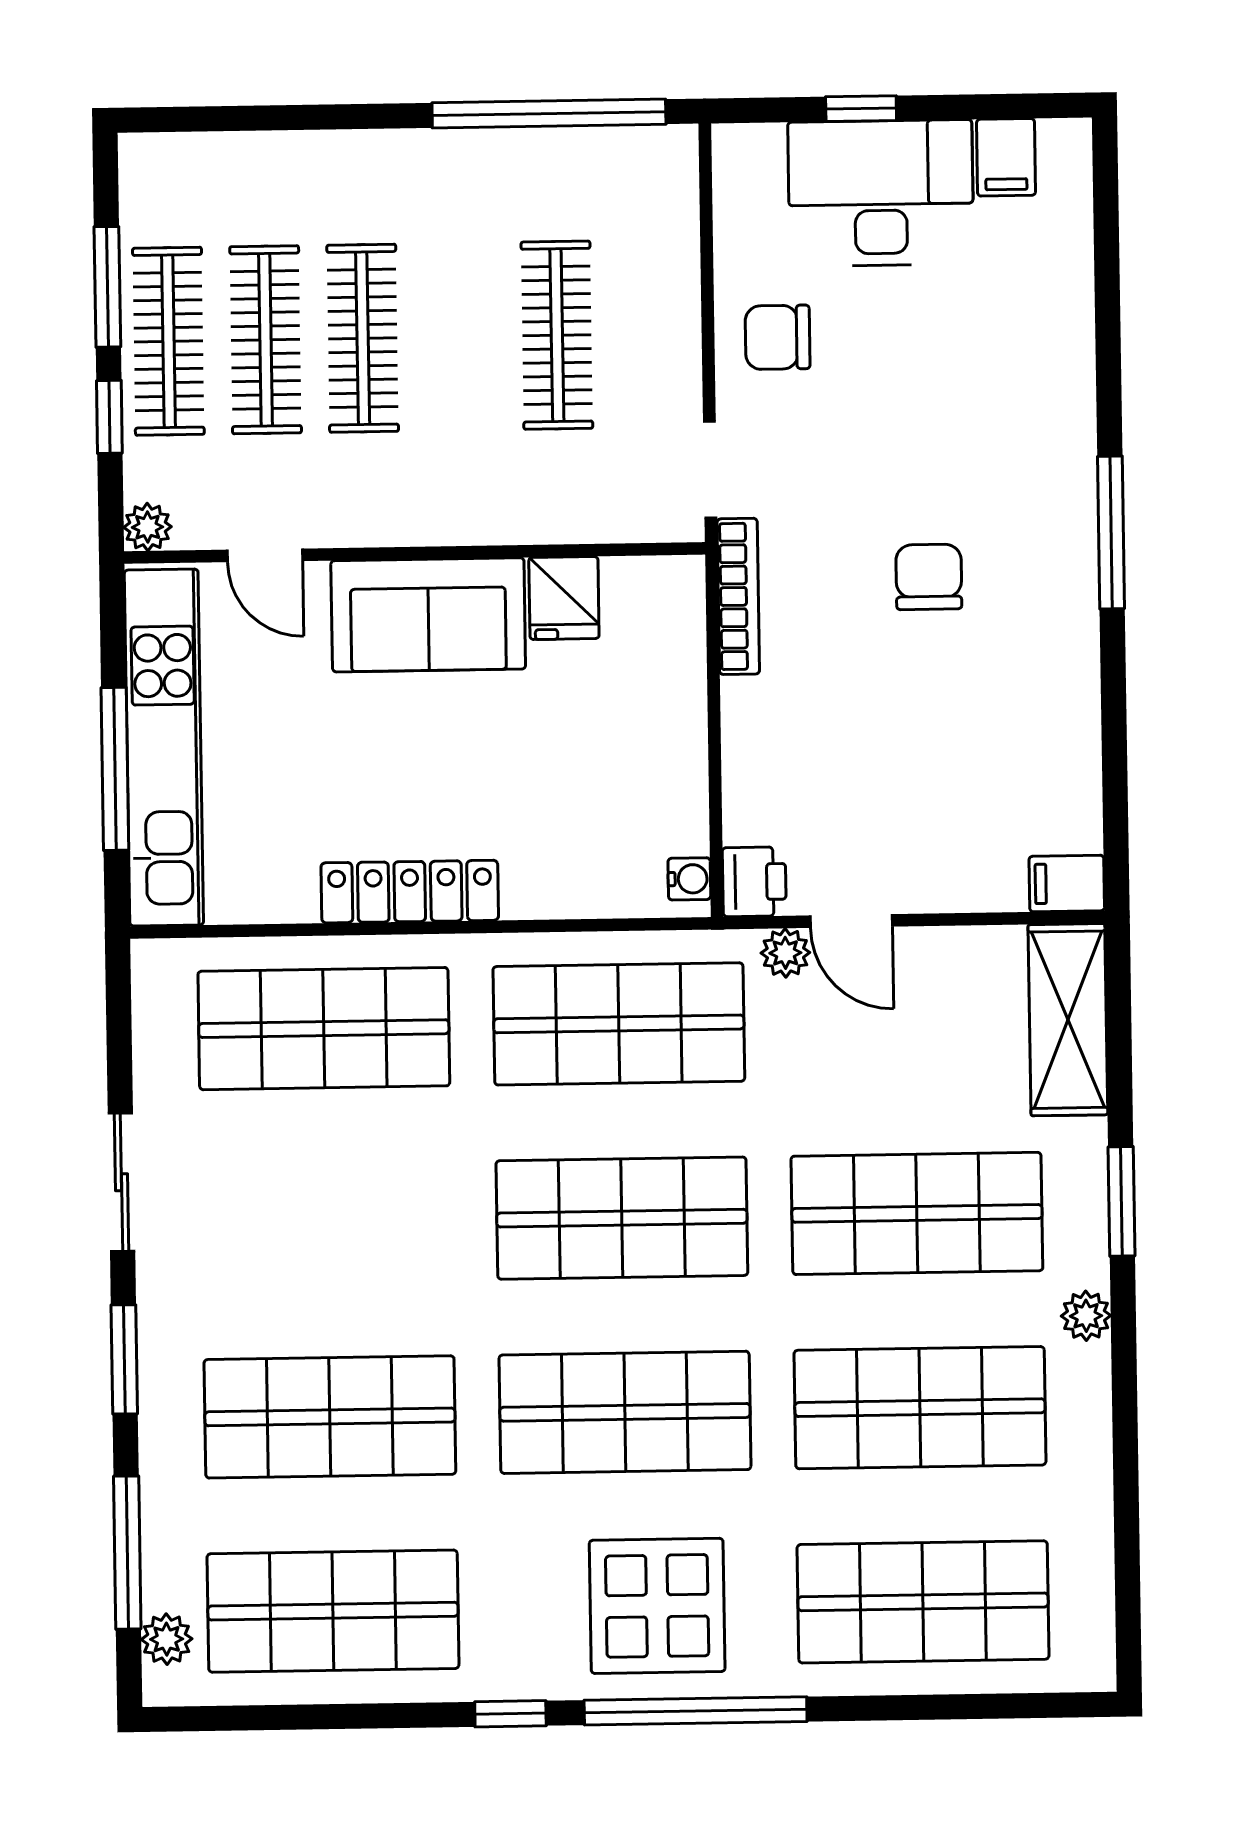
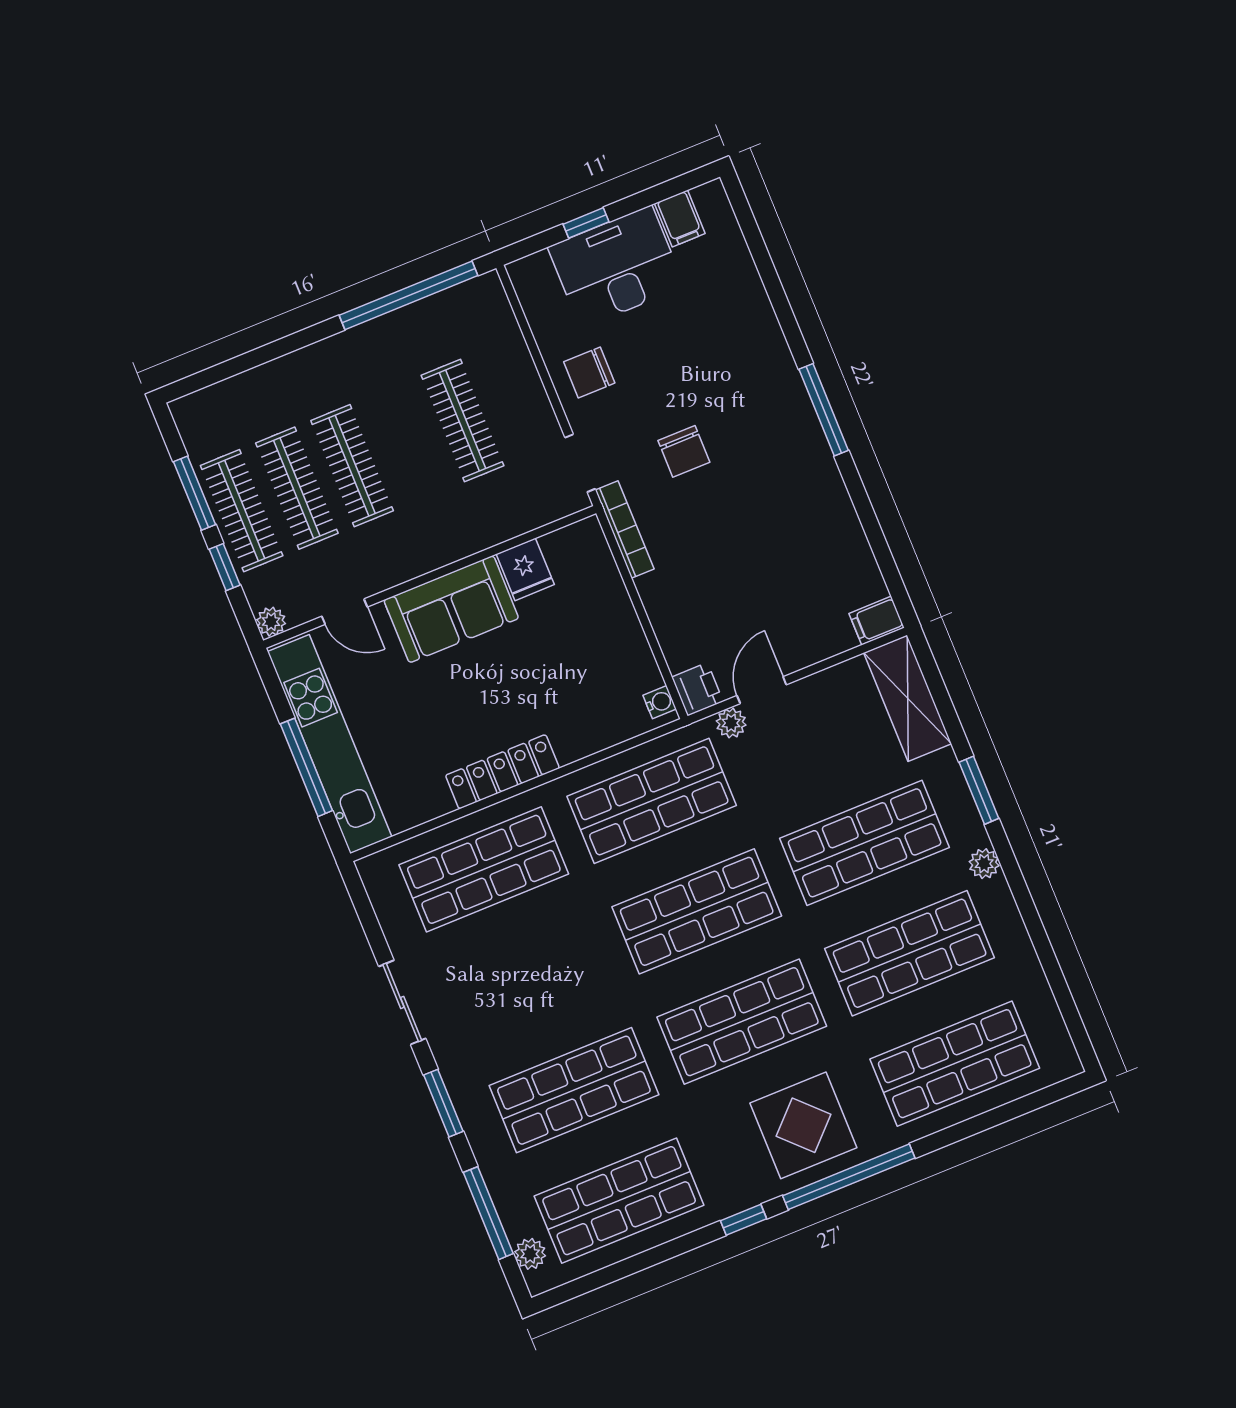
chair: (929, 577) -> (684, 451), moved, turned 180
door: (851, 921) -> (762, 690), swing flipped

